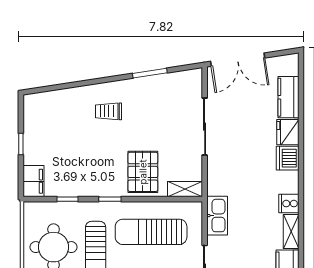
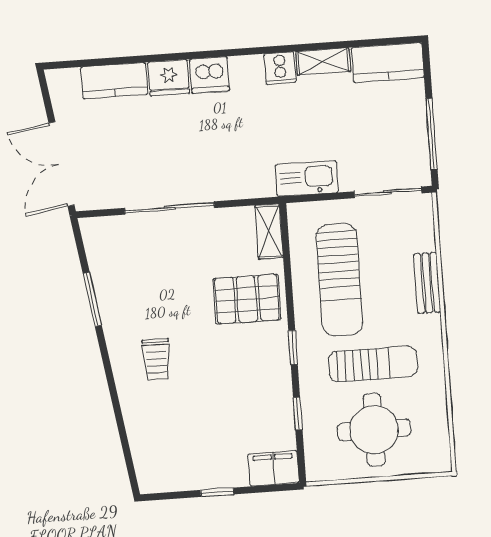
double door: (238, 60) -> (61, 164), swing flipped

